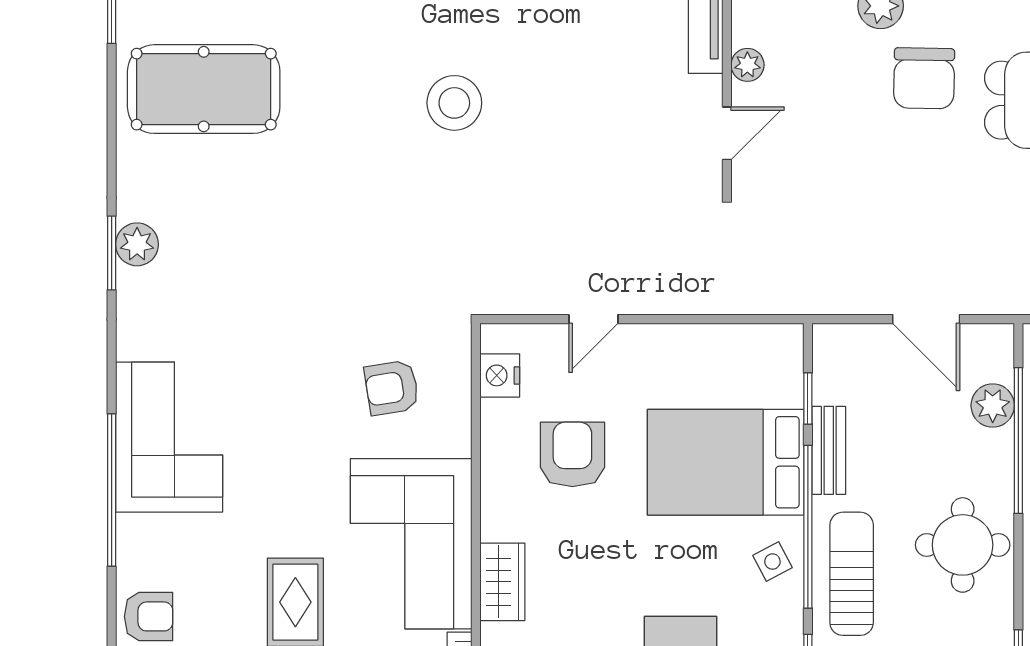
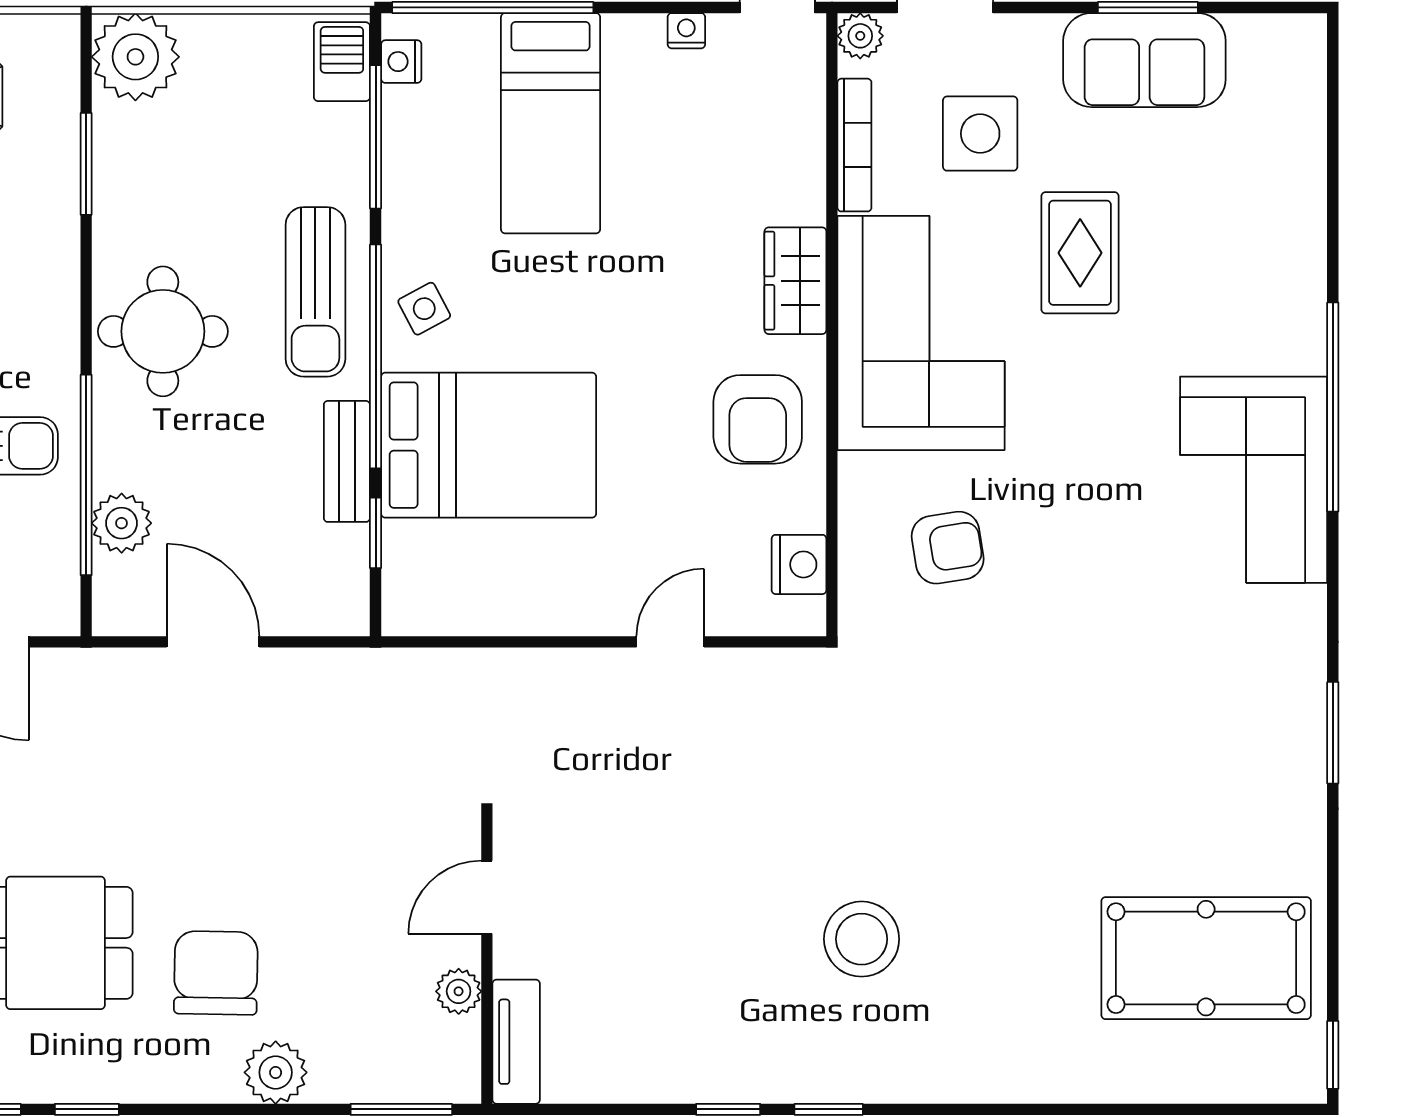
plant: (137, 244) -> (1298, 745), removed
armchair: (572, 454) -> (758, 419), moved
armchair: (149, 616) -> (1282, 233), removed

